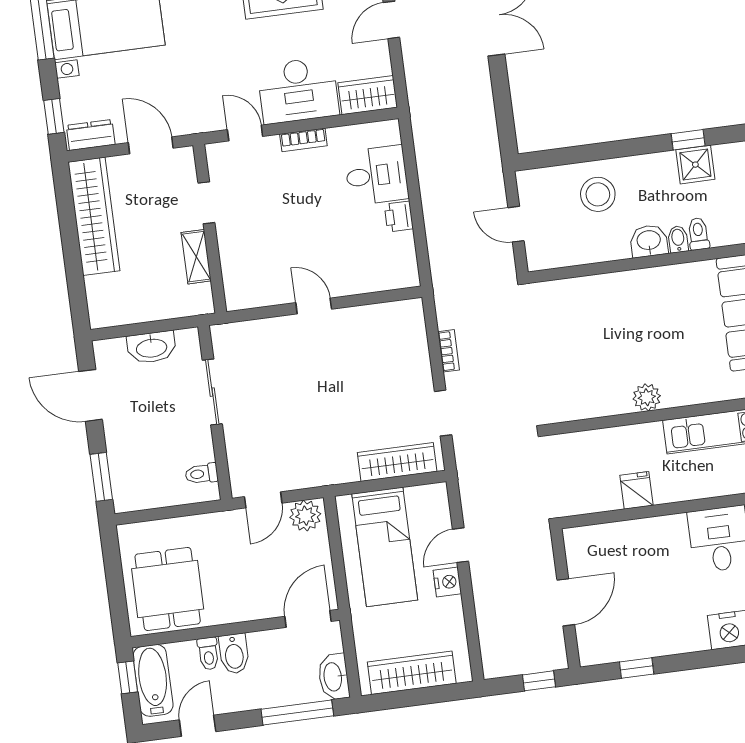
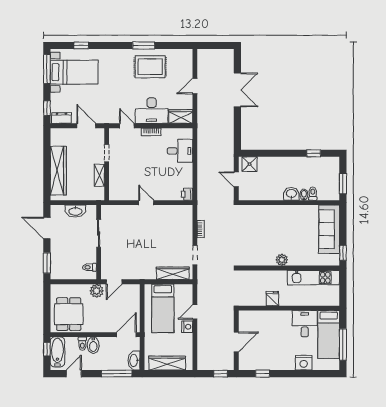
shower: (695, 165) -> (250, 164), moved
stool: (598, 194) -> (272, 171), removed
wardrobe: (94, 216) -> (58, 171), moved
printer: (399, 217) -> (187, 194), moved
plant: (305, 516) -> (97, 291), moved

